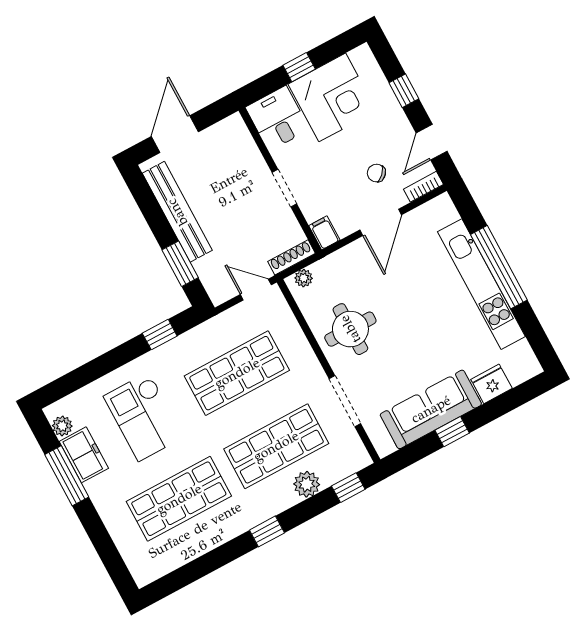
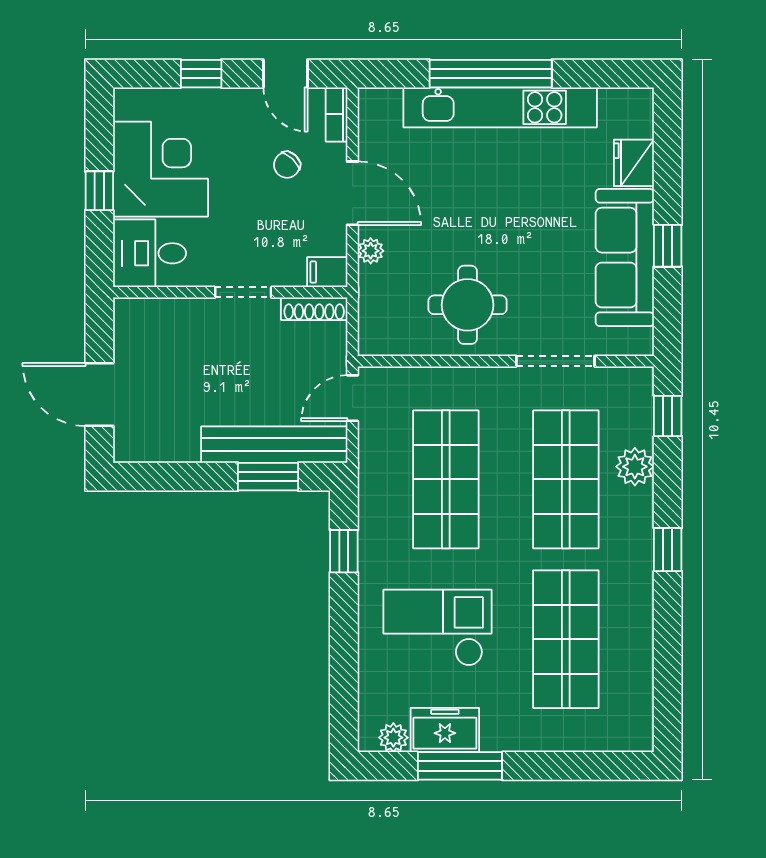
bench: (177, 212) -> (274, 445), moved
shoe rack: (291, 257) -> (314, 309), moved, turned -90
plant: (304, 278) -> (371, 251), moved
checkout: (144, 417) -> (437, 628), turned 180

